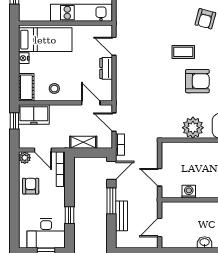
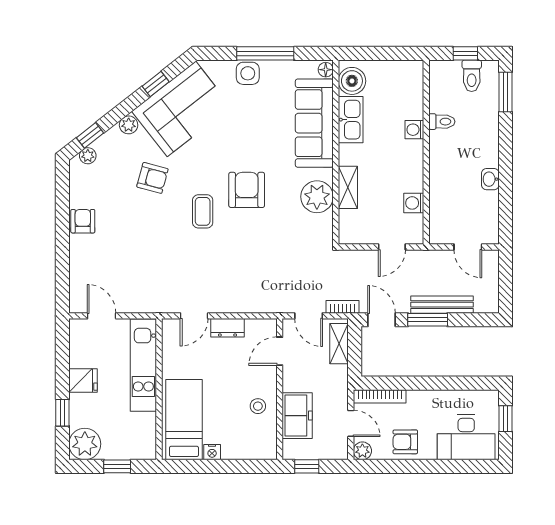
cot: (26, 87) -> (256, 448), removed
freezer: (34, 115) -> (297, 416), moved
door: (114, 122) -> (309, 316), hinge flipped
shelving: (83, 142) -> (339, 344), moved
shelving: (199, 148) -> (348, 187), added
door: (43, 150) -> (351, 423), hinge flipped
window: (69, 215) -> (449, 383), removed
bench: (121, 216) -> (442, 305), width x1.36
desk: (46, 233) -> (466, 437), moved, turned 90

